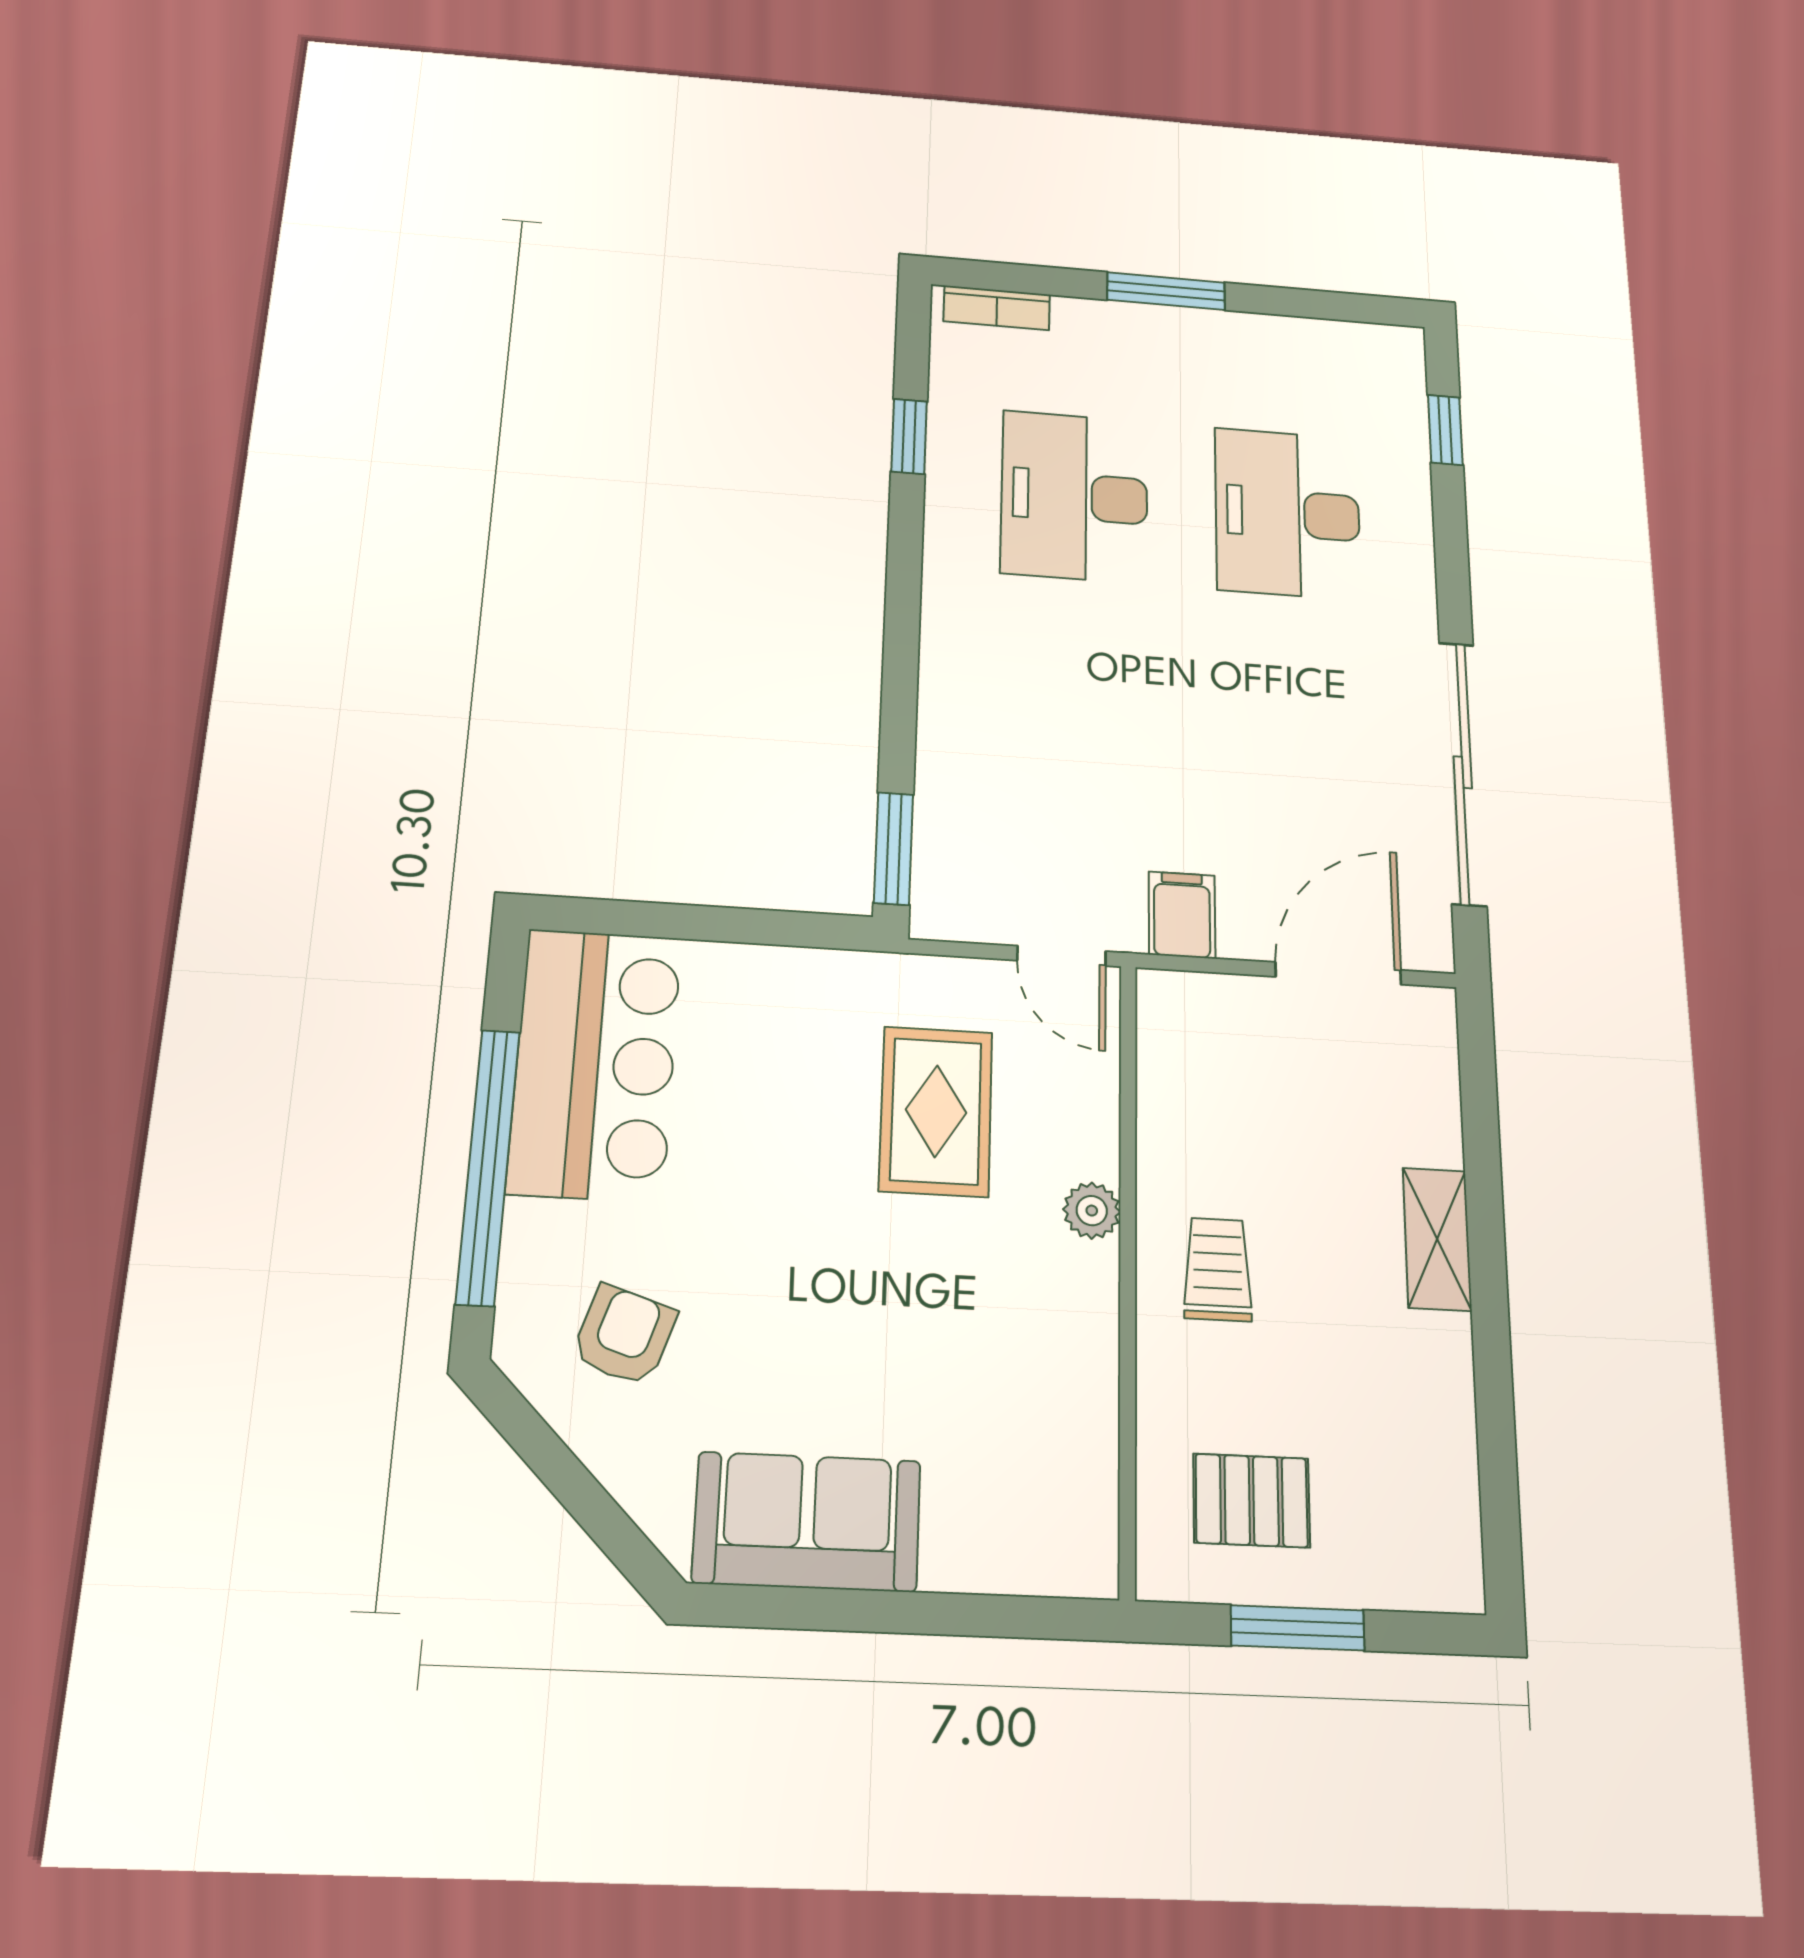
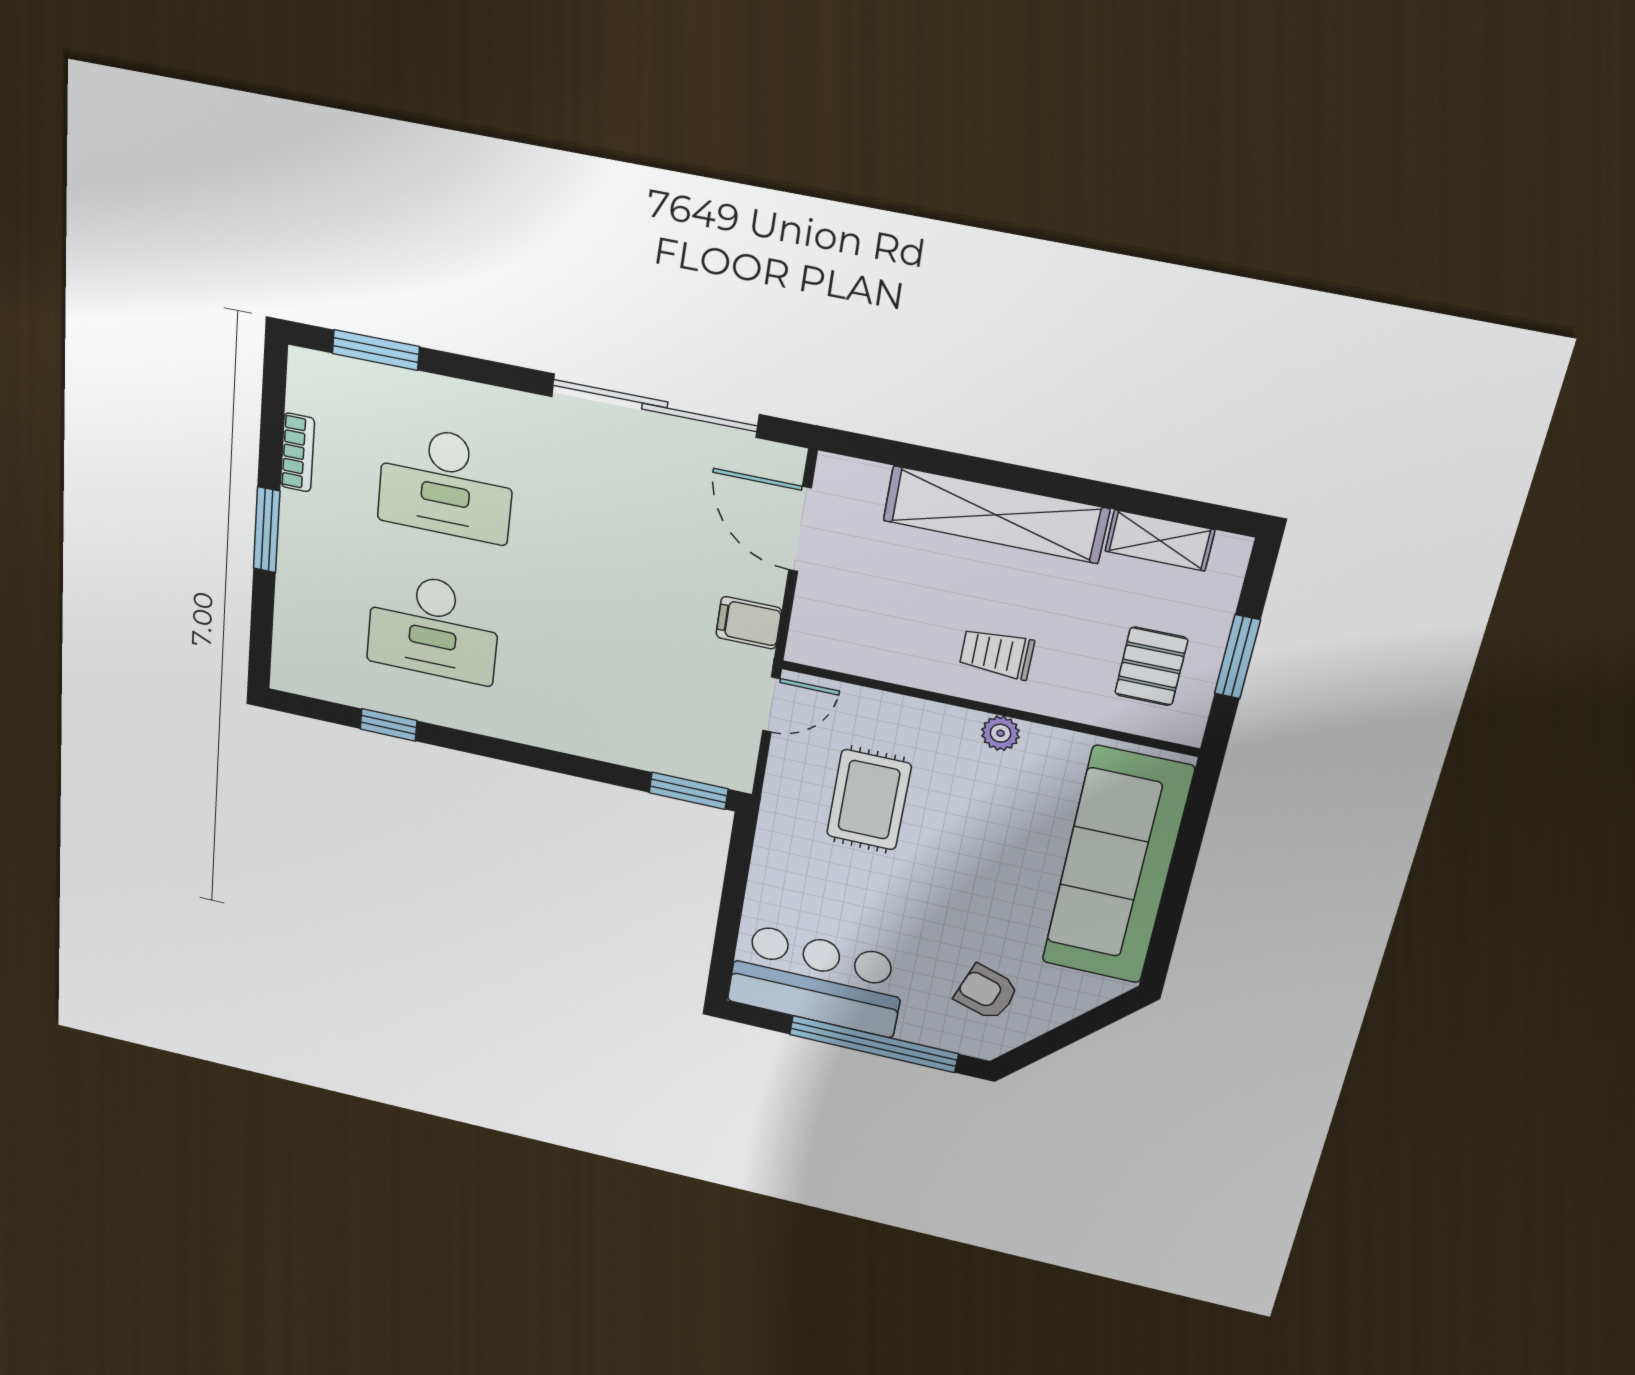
bookcase: (997, 308) -> (297, 452), moved
window: (1445, 430) -> (376, 350), width x1.50
rug: (936, 1111) -> (869, 800), turned 90
plant: (1092, 1211) -> (1001, 733), moved
shelving: (1437, 1239) -> (996, 515), width x2.20, depth x1.33
shelving: (1447, 1477) -> (1160, 540), added
sofa: (807, 1522) -> (1117, 866), width x1.85, depth x1.27

